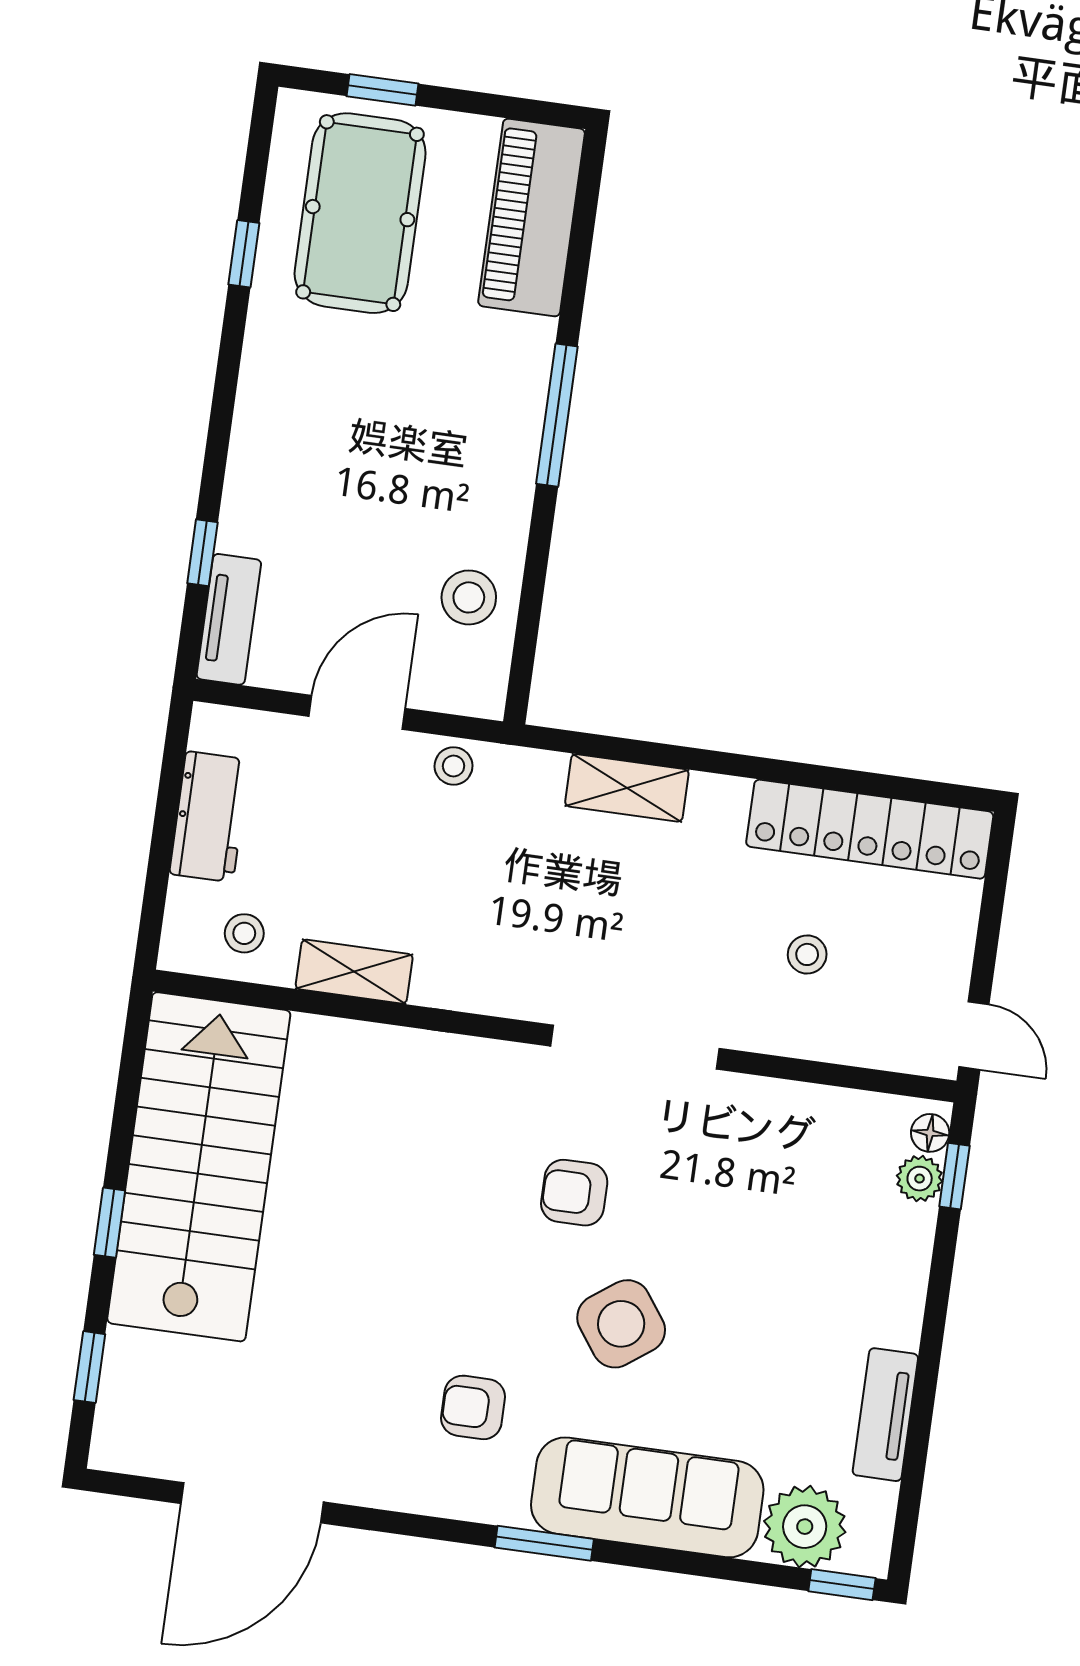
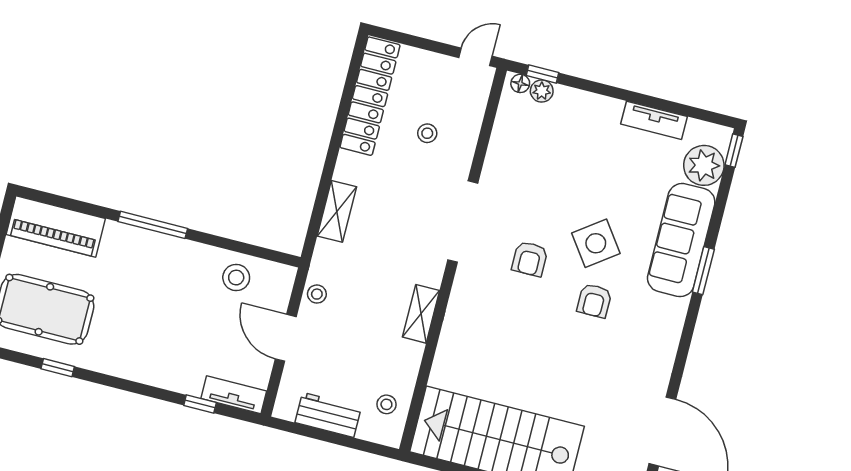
shelving: (354, 972) -> (421, 314), moved
armchair: (473, 1407) -> (594, 301), moved
window: (544, 1543) -> (703, 271), moved

